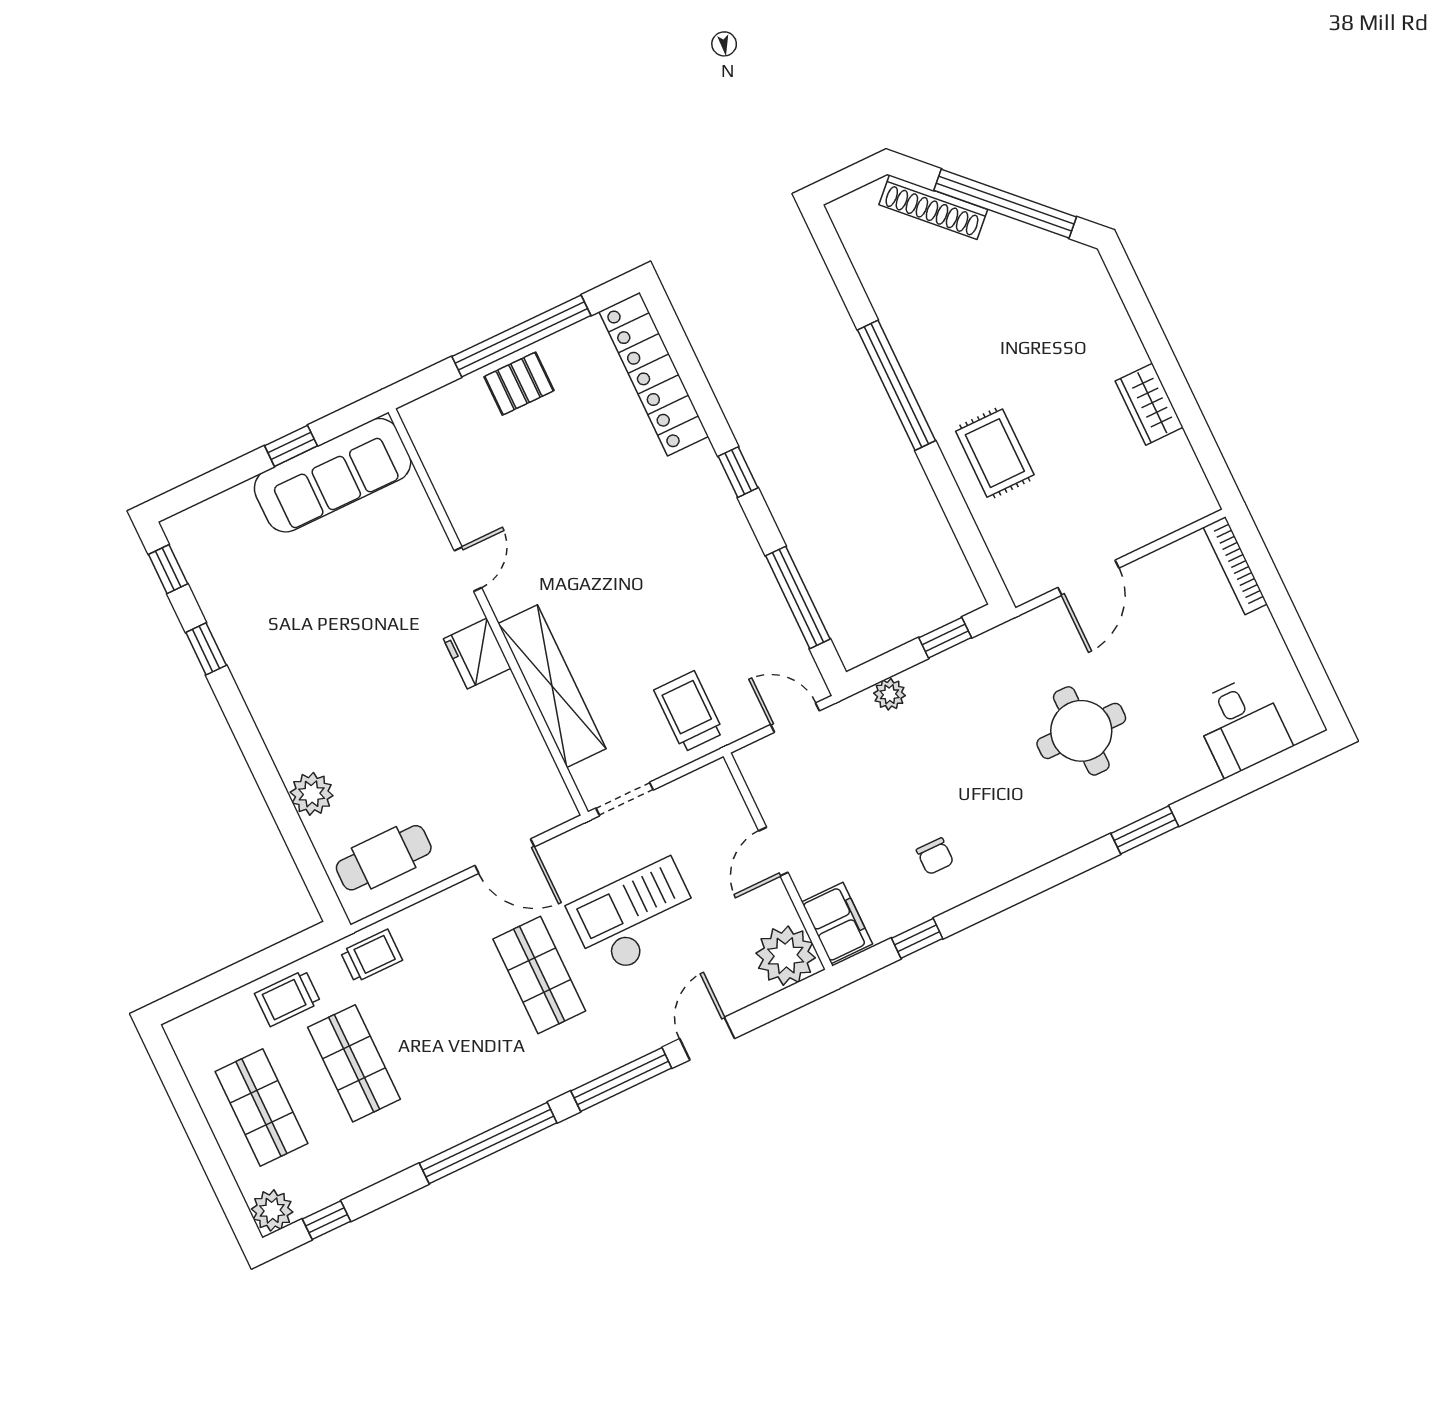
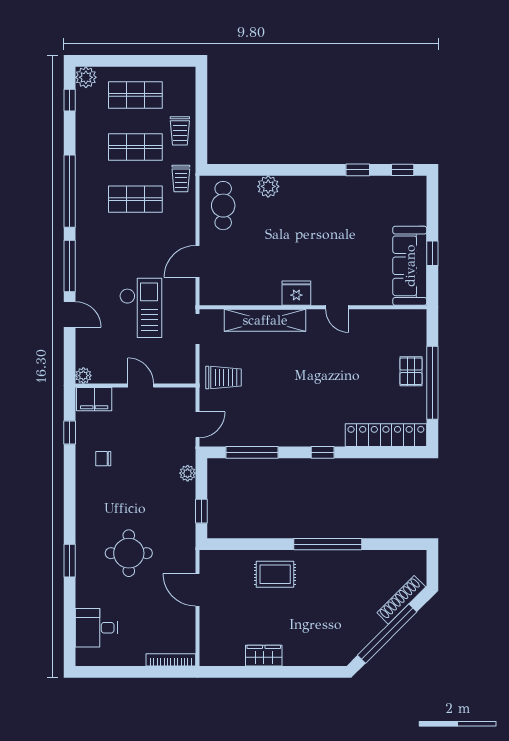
plant: (786, 956) -> (83, 376), width x0.53, depth x0.53
shop shelf: (539, 975) -> (135, 199), moved
trolley: (288, 998) -> (180, 131), turned 180

